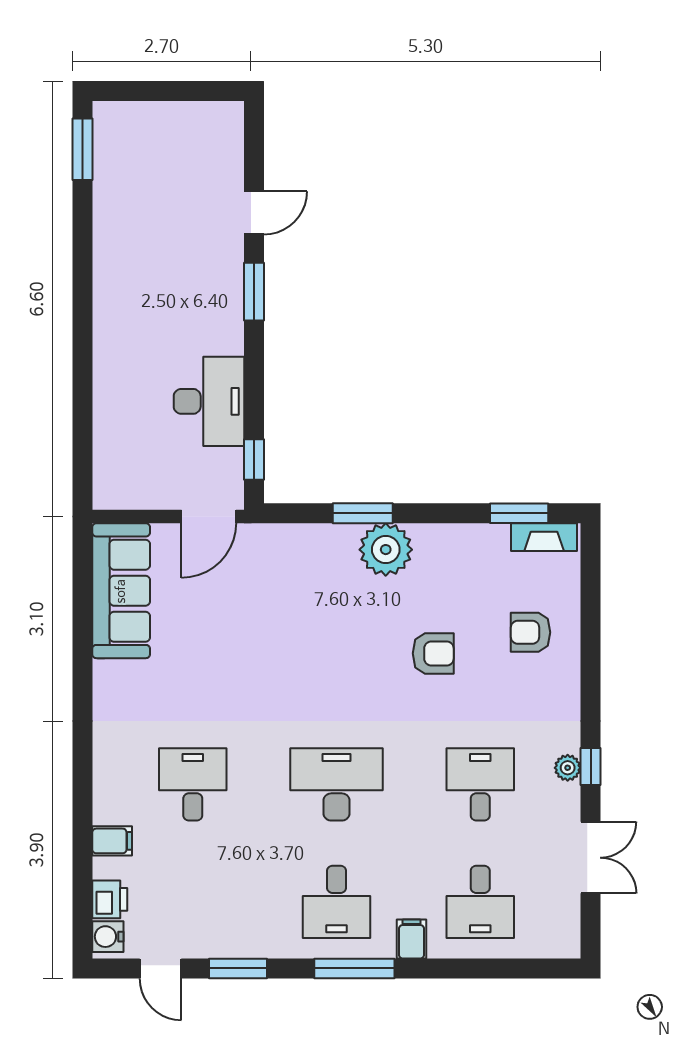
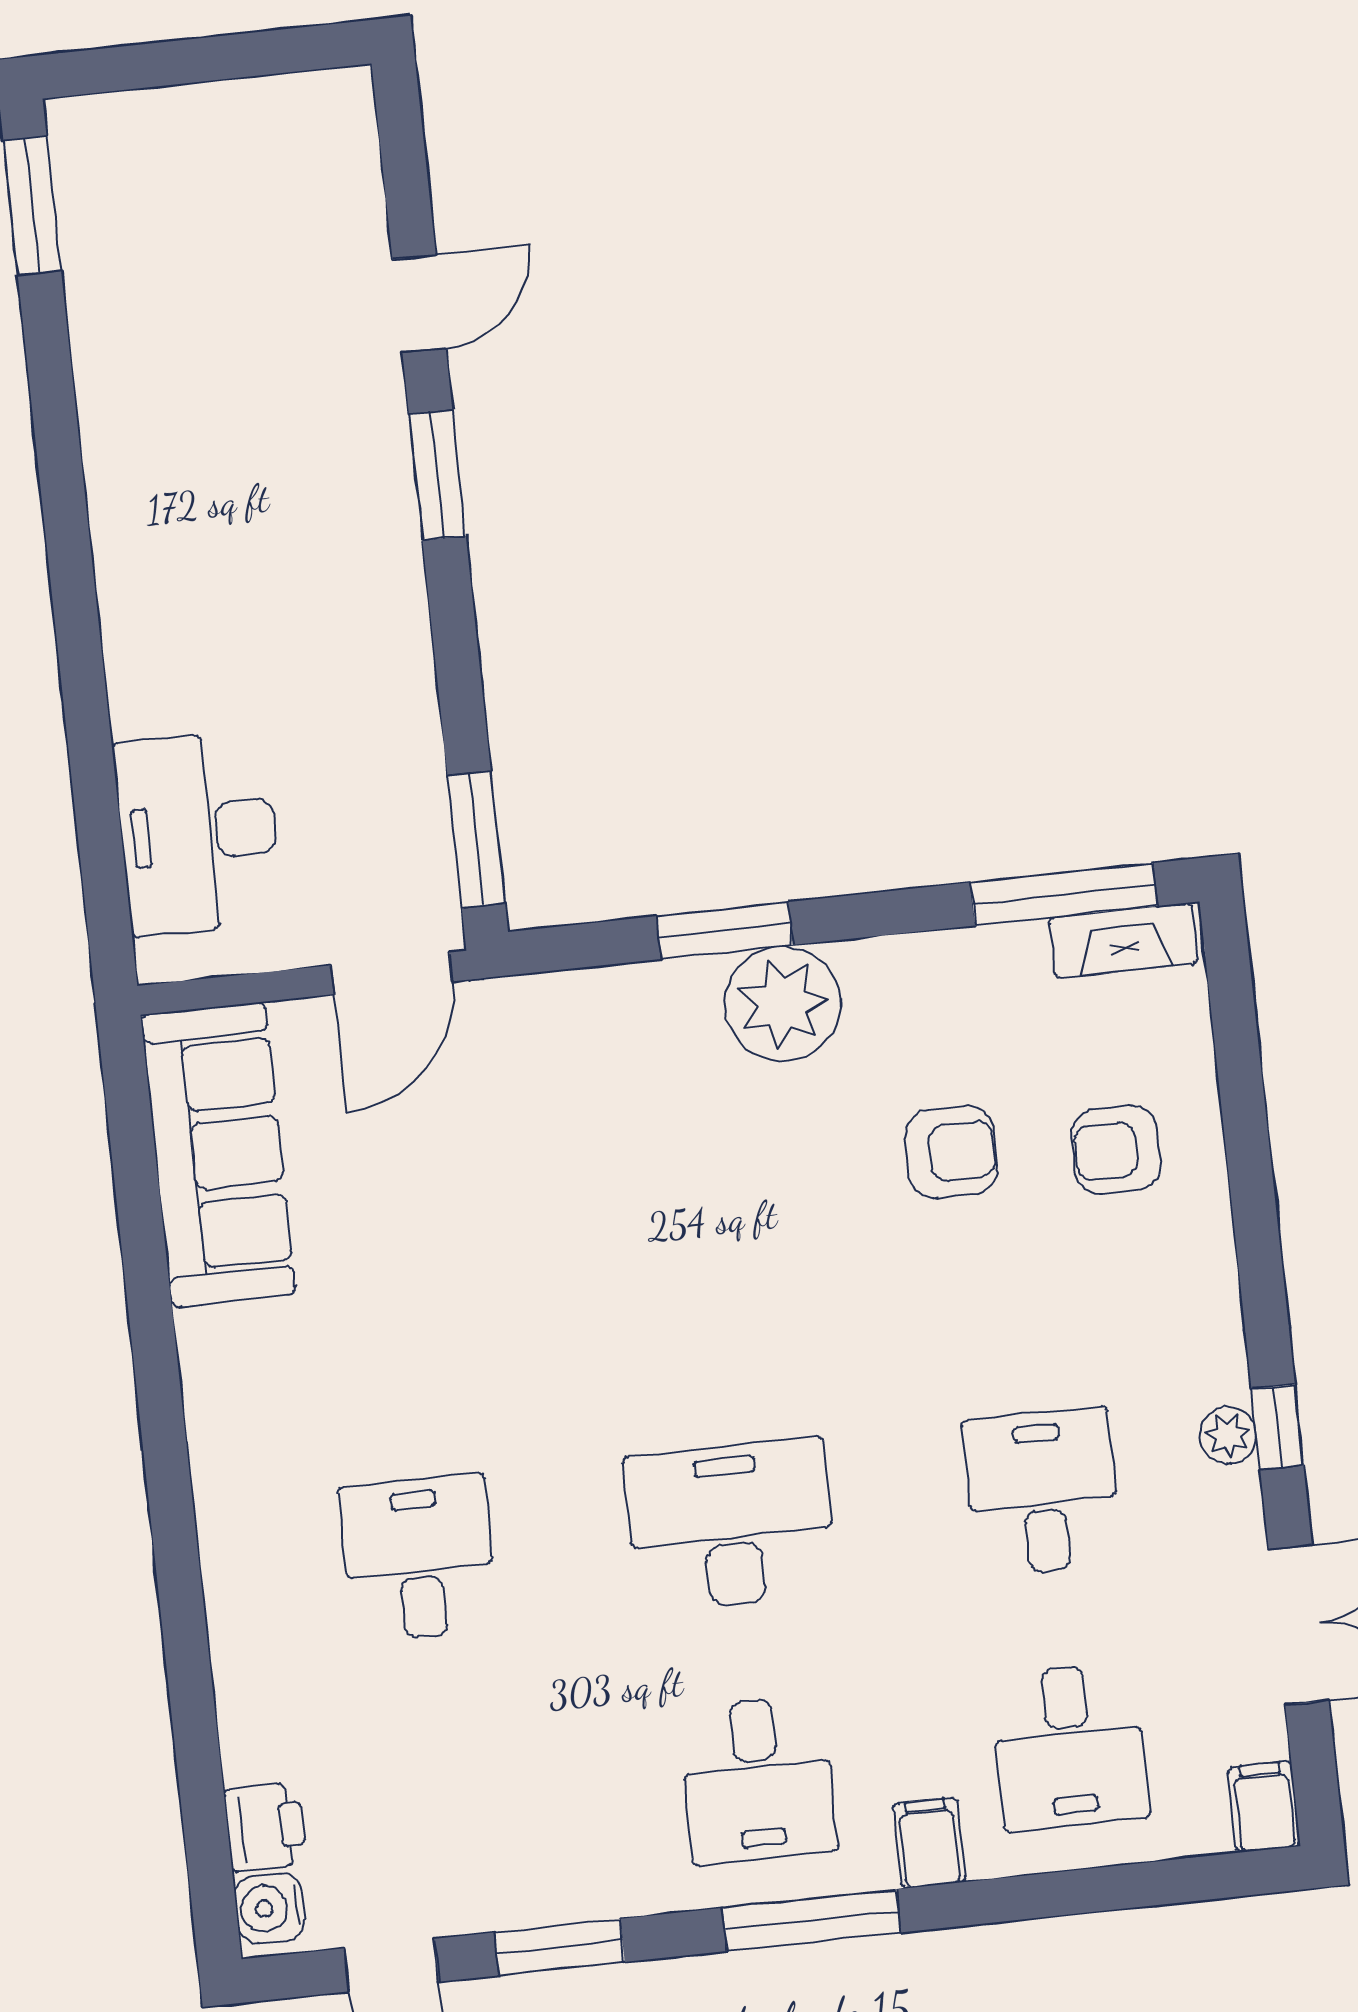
desk: (209, 401) -> (198, 833), moved, turned 180
window: (254, 460) -> (476, 839), width x1.50
window: (519, 513) -> (1064, 894), width x1.44
armchair: (433, 653) -> (951, 1152), moved
filing cabinet: (112, 841) -> (1264, 1807), moved, turned -90

